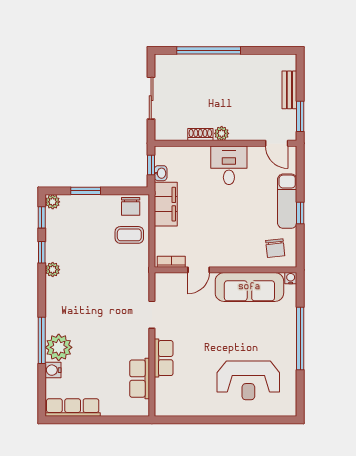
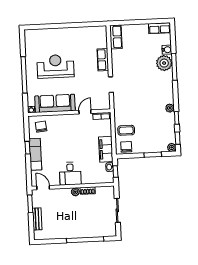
row of seats: (140, 379) -> (116, 37), moved
reception desk: (248, 380) -> (56, 66), moved
row of seats: (73, 408) -> (160, 28), width x0.68

